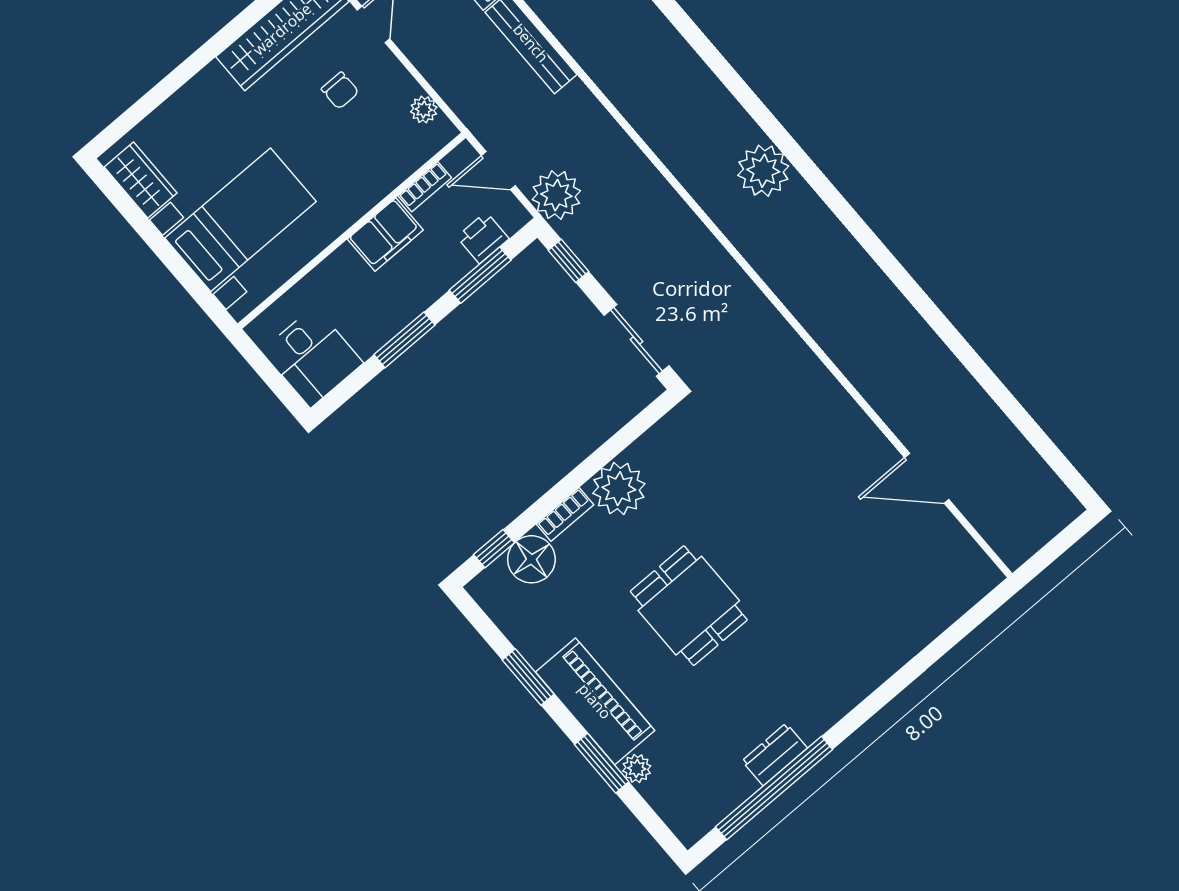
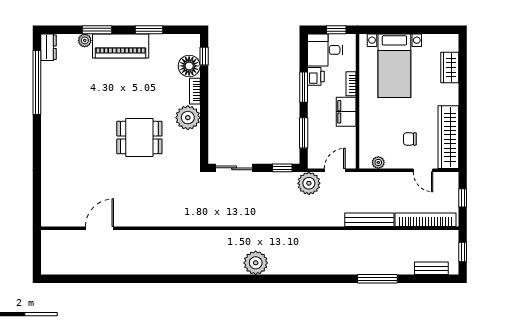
wardrobe: (141, 180) -> (450, 67), moved, turned 90
bookcase: (425, 187) -> (351, 84), moved
printer: (483, 238) -> (316, 76), moved
window: (263, 367) -> (336, 30), added
dining table: (689, 606) -> (139, 138), moved
dresser: (775, 754) -> (49, 47), moved

